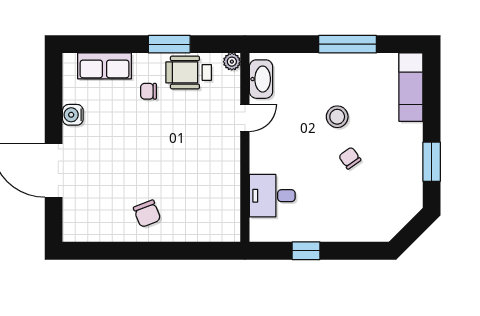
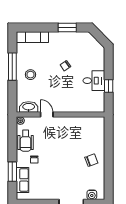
window: (169, 44) -> (12, 172), moved
water cooler: (73, 115) -> (92, 195), moved
stool: (337, 117) -> (30, 75), moved
desk: (272, 196) -> (94, 81), moved, turned -90

